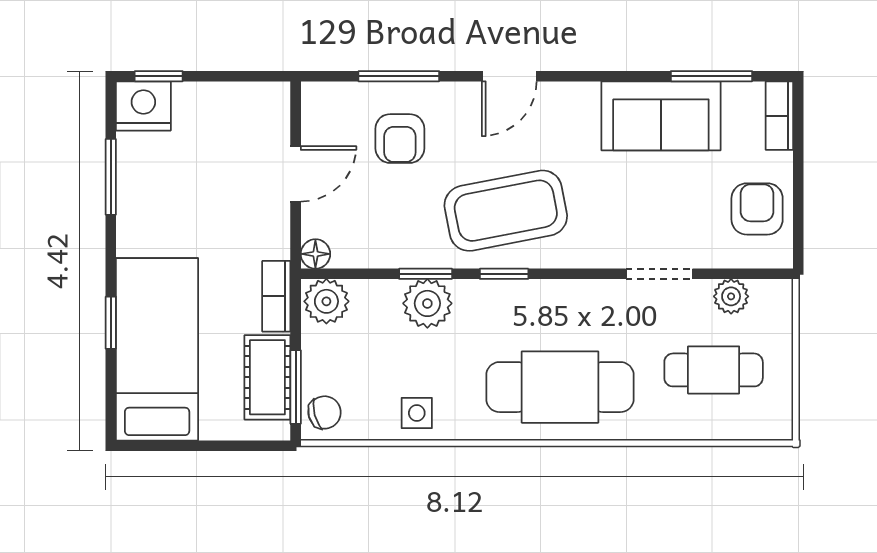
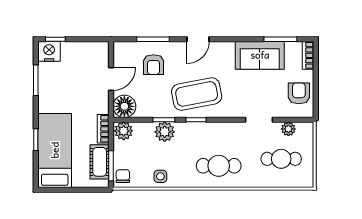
floor lamp: (315, 254) -> (124, 106), width x1.89, depth x1.89
cafe table: (560, 387) -> (219, 166), width x0.73, depth x0.74
chair: (325, 412) -> (123, 176), turned -75

